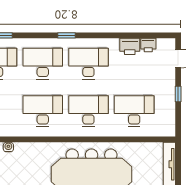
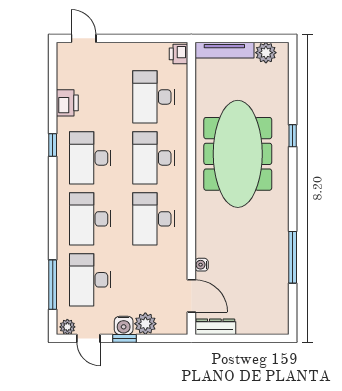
window: (67, 35) -> (53, 145), moved
printer: (148, 45) -> (178, 54), moved, turned 180
window: (178, 94) -> (131, 38), removed

